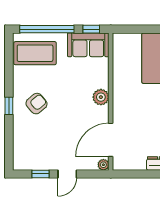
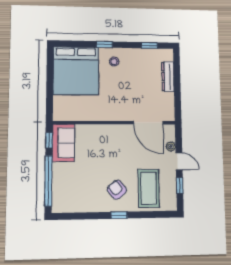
coffee table: (35, 53) -> (149, 188), moved
plant: (101, 97) -> (111, 131), removed
plant: (103, 165) -> (171, 147), moved

